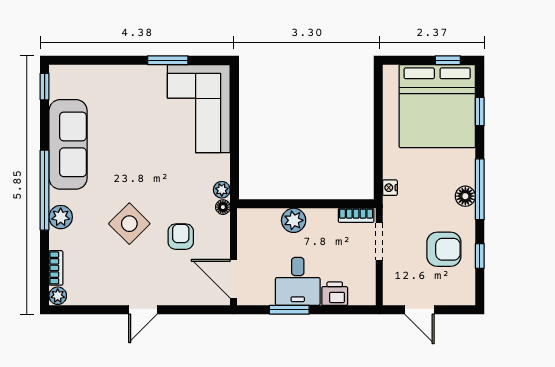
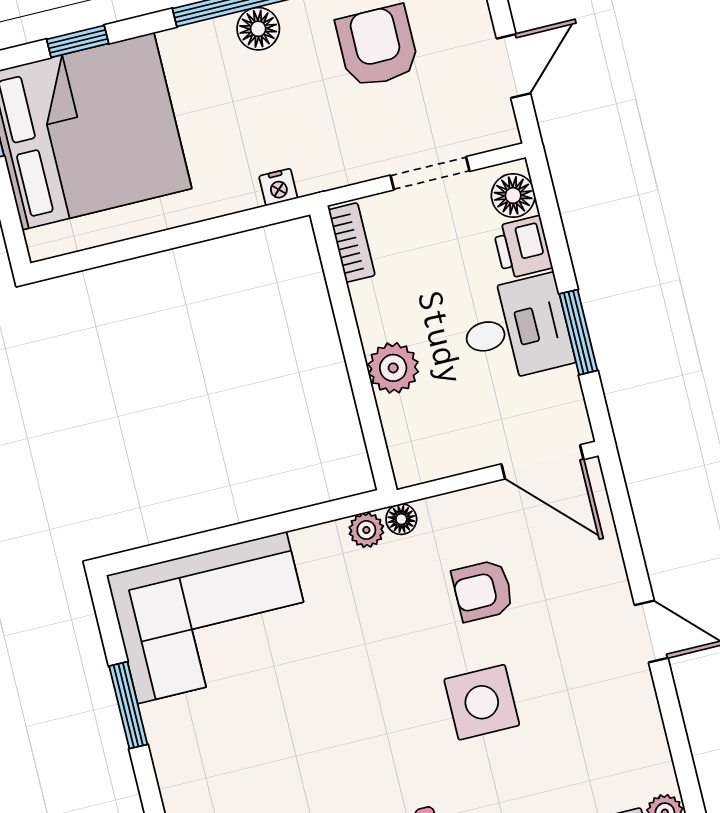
side table: (129, 224) -> (482, 702), turned 45
doorway: (379, 241) -> (430, 173), moved
door: (233, 279) -> (543, 462), hinge flipped
floor lamp: (360, 295) -> (513, 196), added

